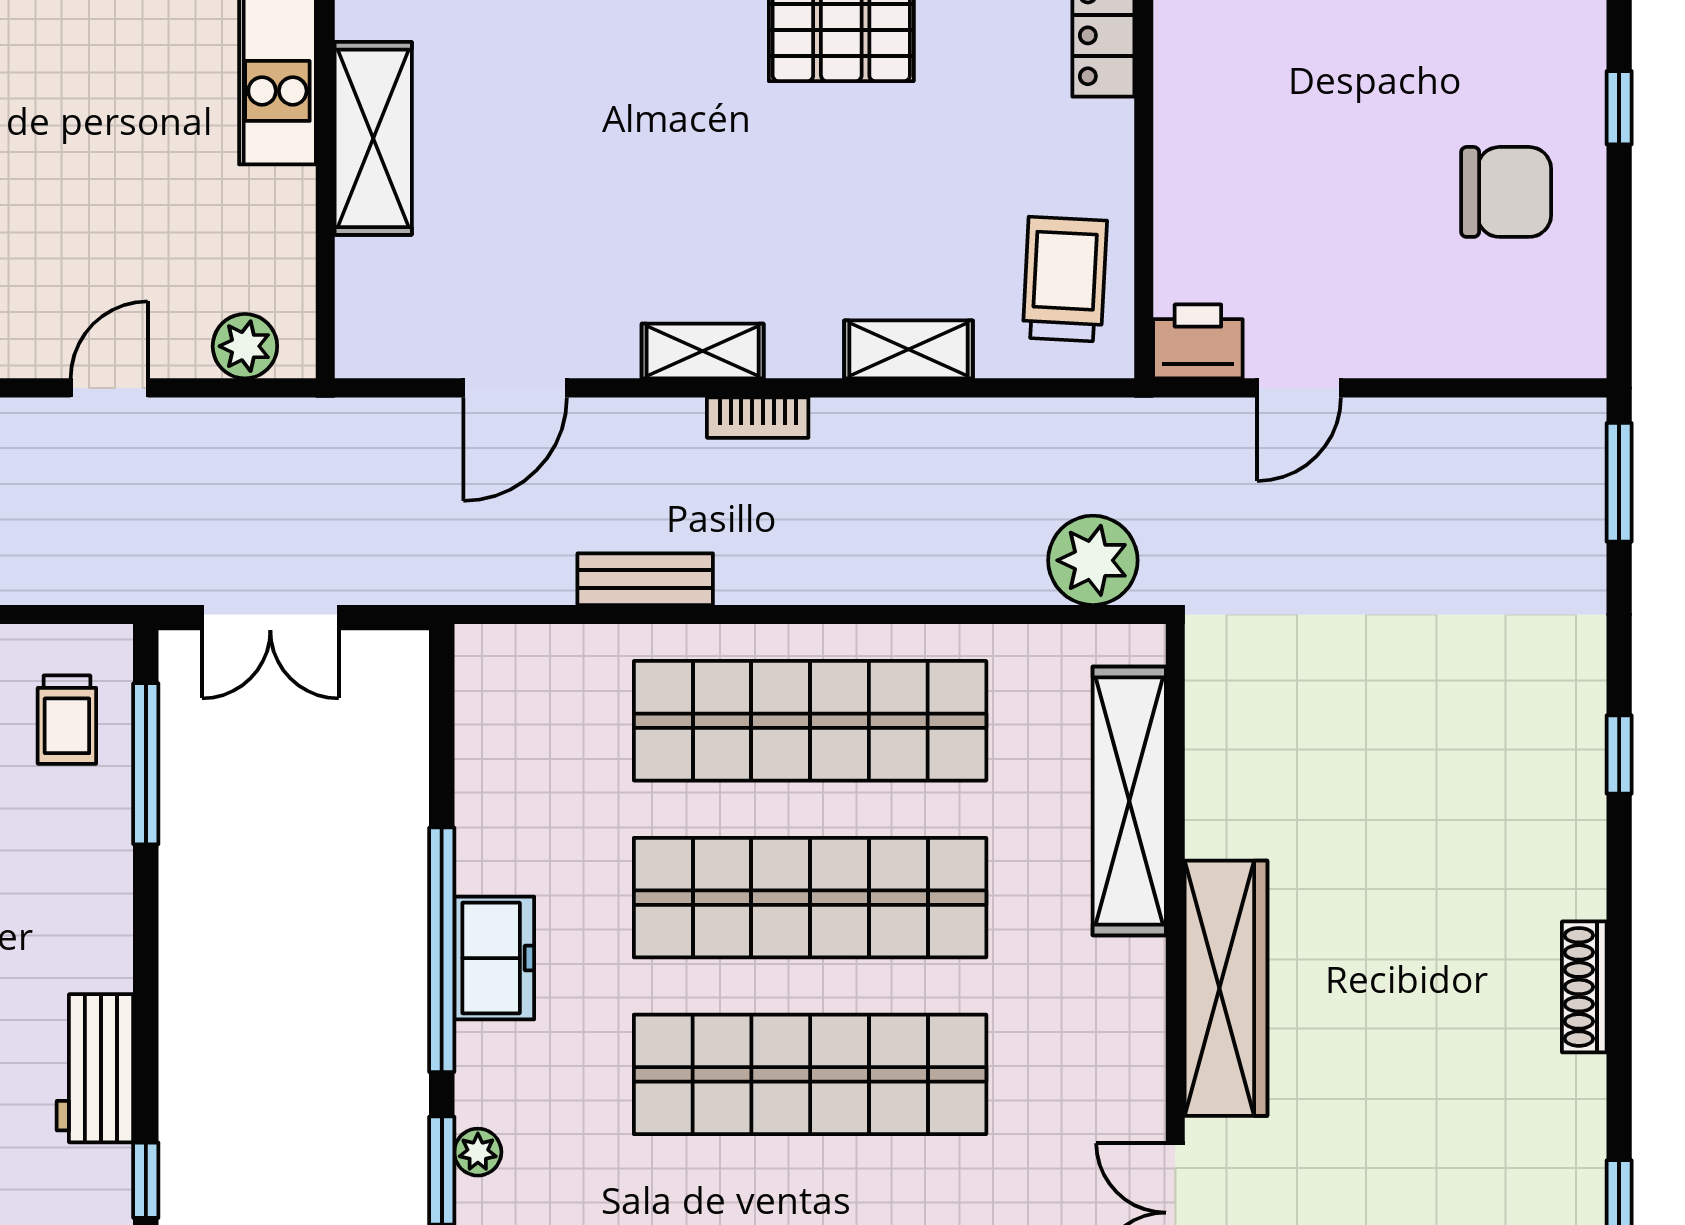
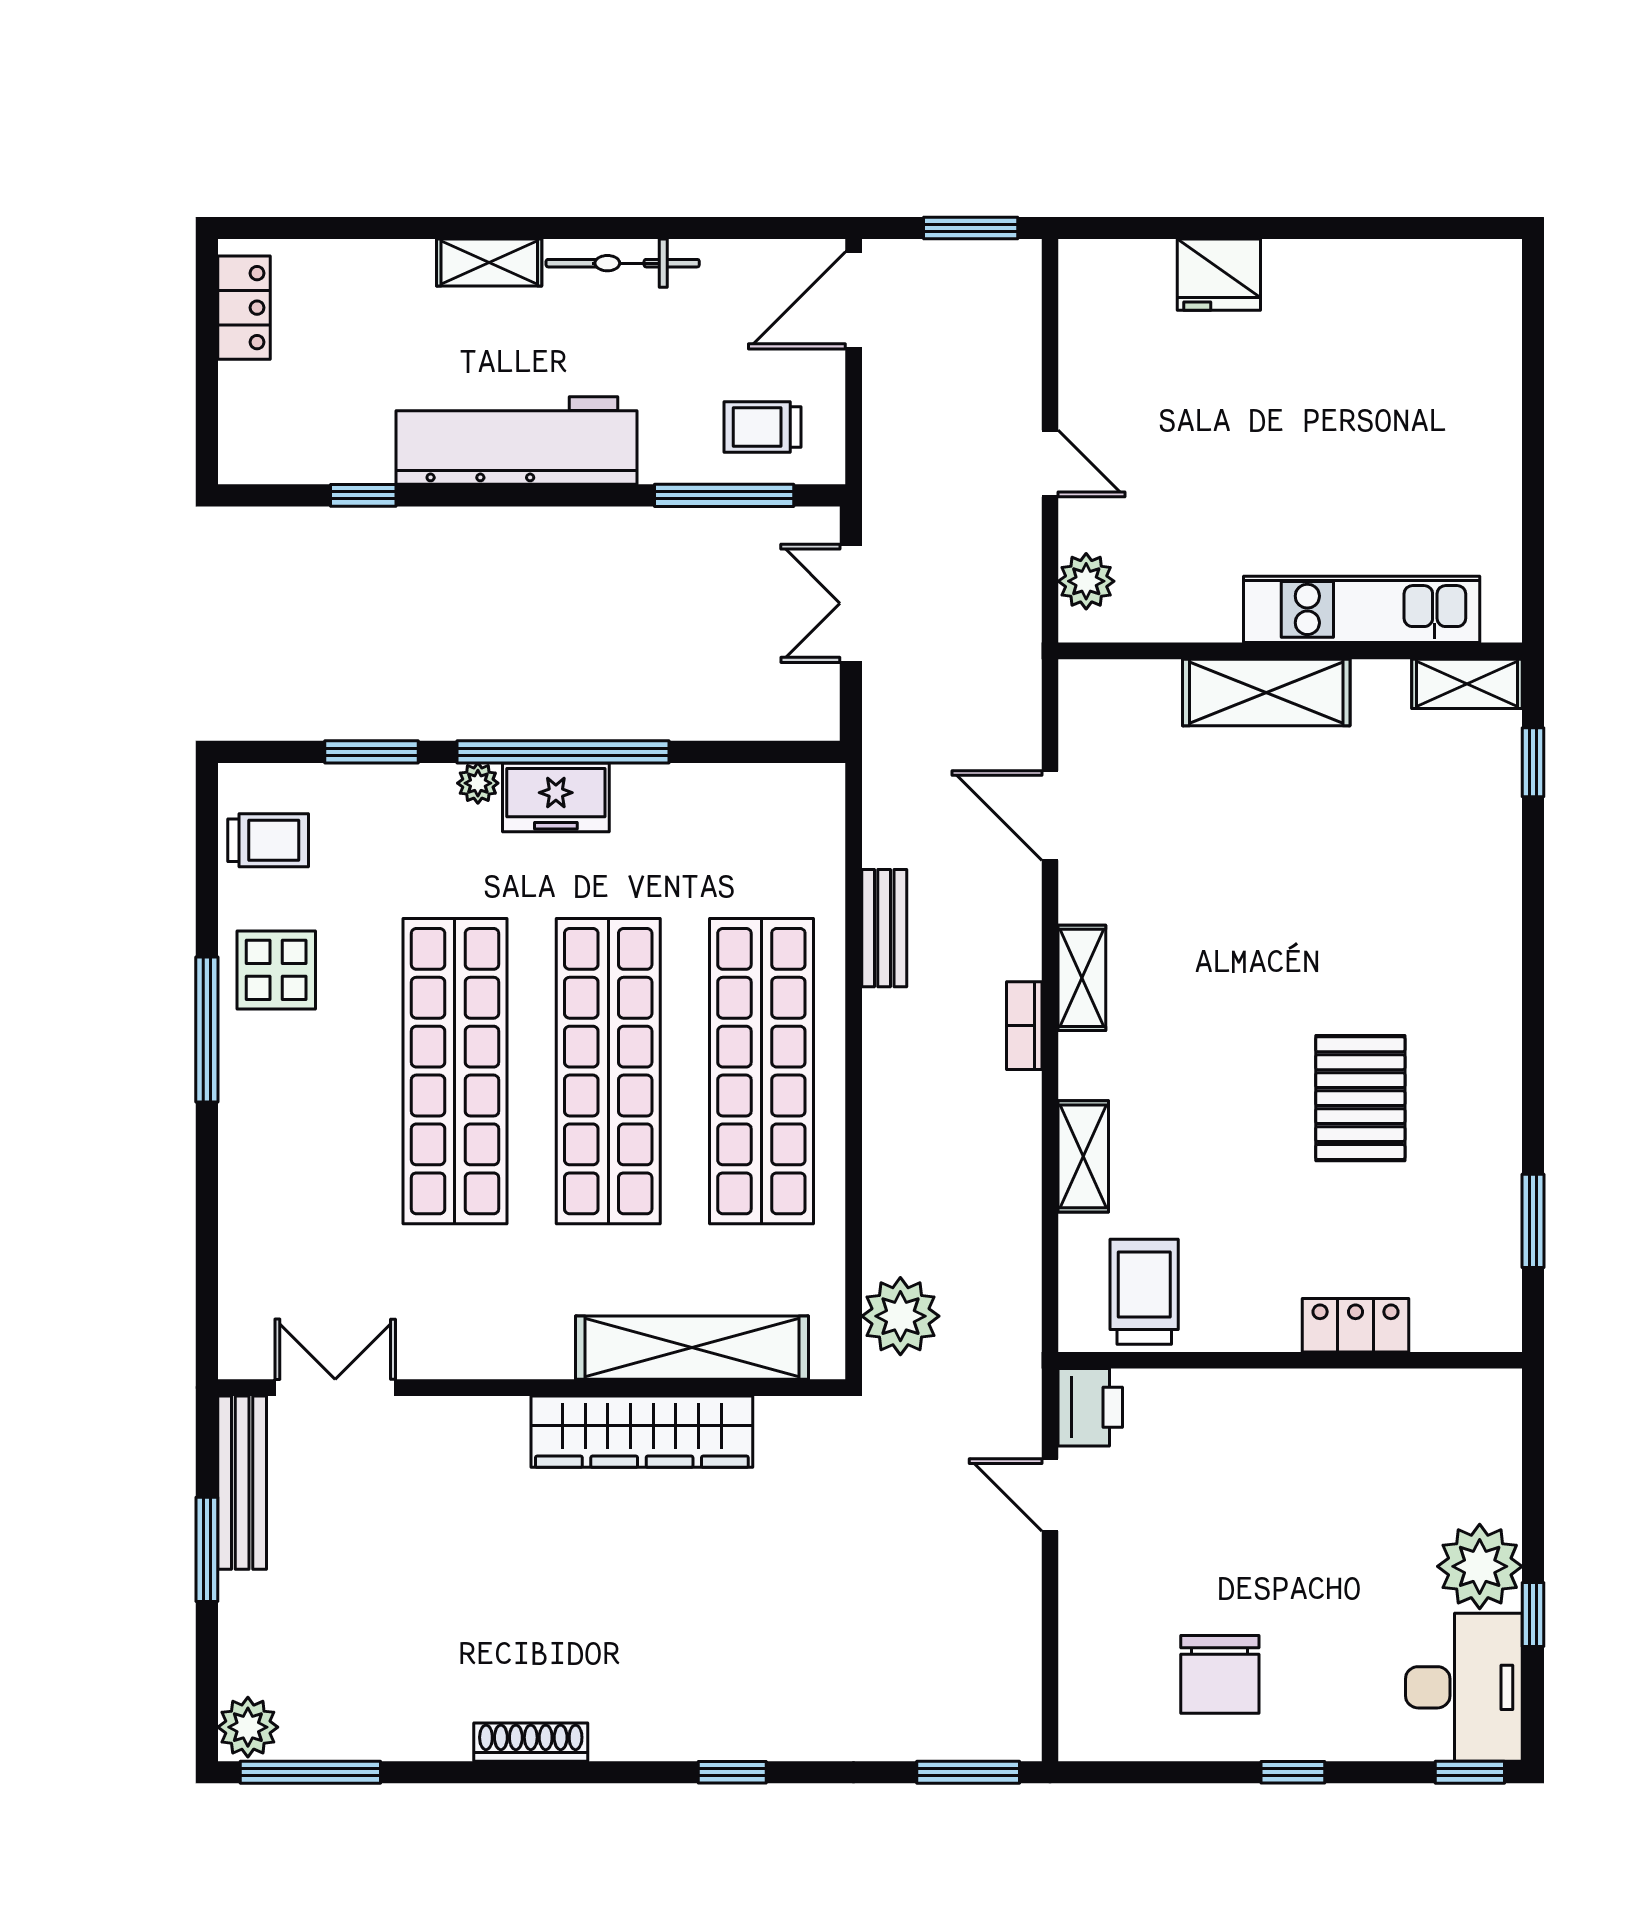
trolley: (1065, 279) -> (1144, 1292), turned -93
wardrobe: (1226, 988) -> (642, 1432), moved
workbench: (95, 1068) -> (516, 441), width x1.88, depth x1.32
plant: (478, 1152) -> (478, 783), moved

